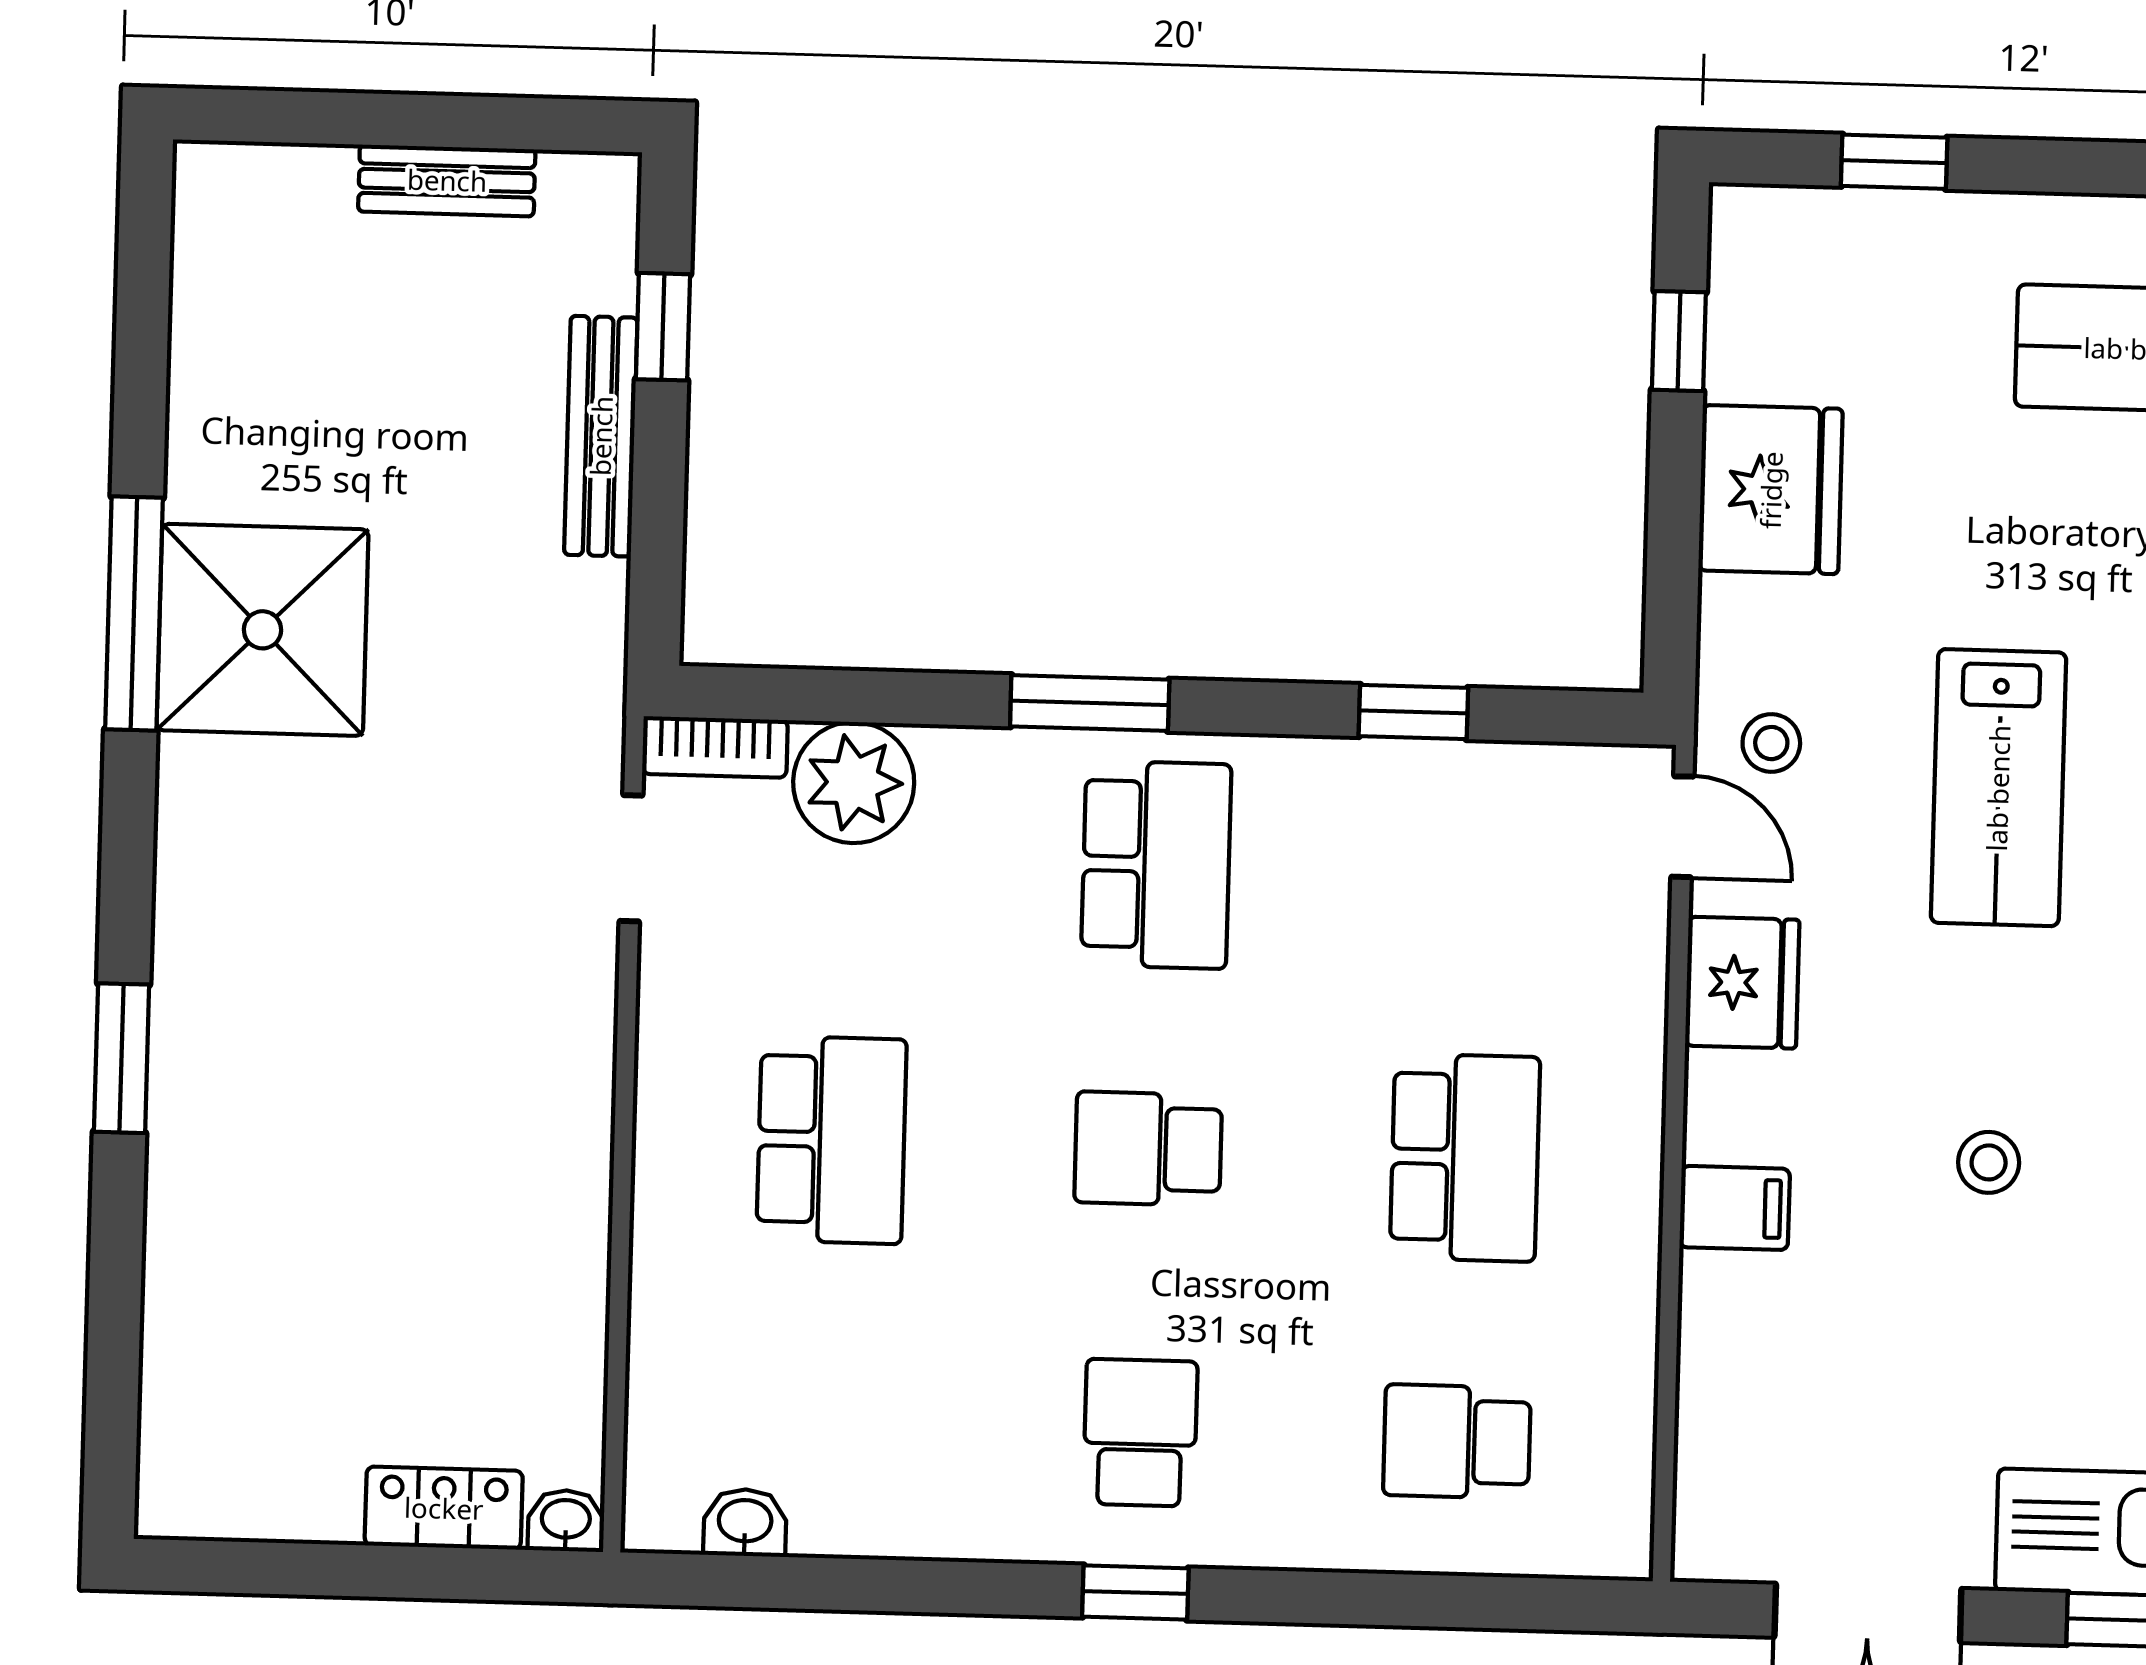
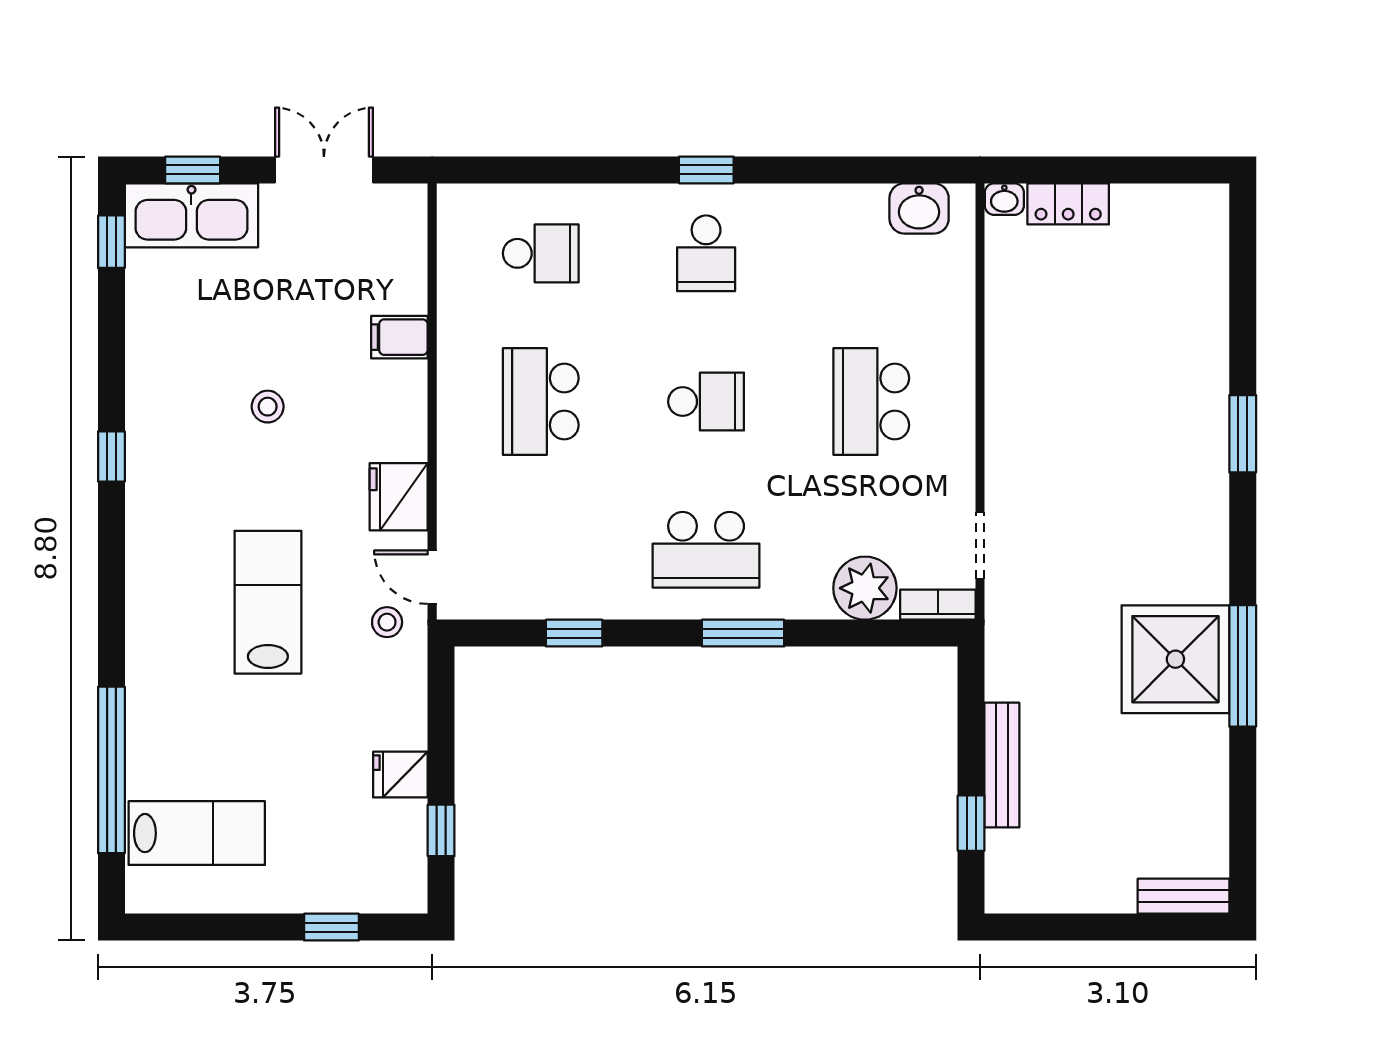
bench: (447, 180) -> (1184, 896), moved
fridge: (1771, 490) -> (400, 775), width x0.53, depth x0.75
school desk: (1156, 865) -> (706, 550), turned -90
filing cabinet: (1735, 1208) -> (399, 337), moved
washbasin: (745, 1523) -> (919, 208), width x1.38, depth x1.45

